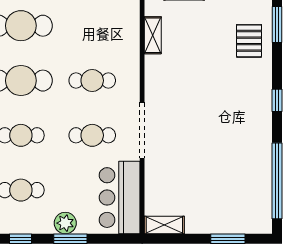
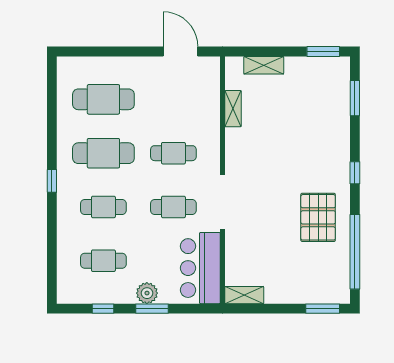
pallet: (249, 41) -> (318, 217), moved, width x1.50, depth x1.42
window: (228, 239) -> (323, 309), moved

